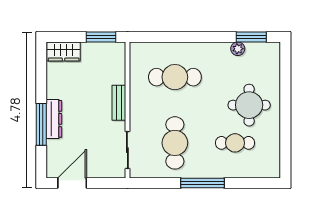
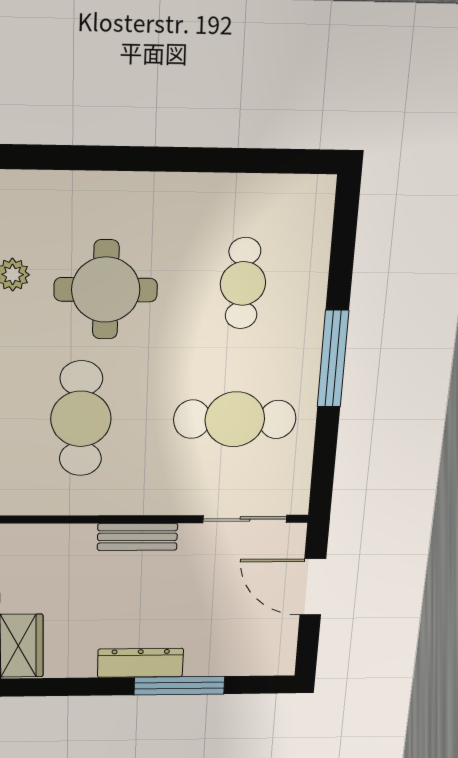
round table: (249, 105) -> (106, 290), moved
dresser: (54, 119) -> (140, 663), moved
door: (72, 183) -> (313, 587), moved

